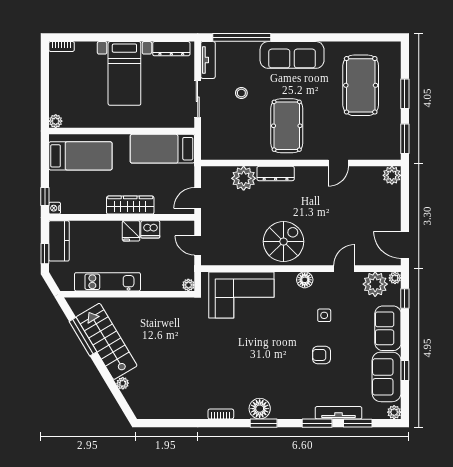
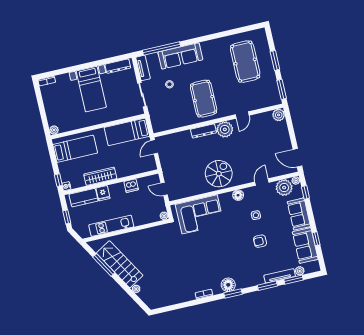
sofa: (292, 55) -> (180, 56), moved
plant: (244, 178) -> (225, 129), moved
door: (198, 198) -> (154, 147), moved
wardrobe: (130, 205) -> (100, 176), moved
fridge: (131, 231) -> (103, 193), moved
kitchen counter: (59, 241) -> (84, 198), moved, turned 90
plant: (394, 412) -> (300, 271), moved

